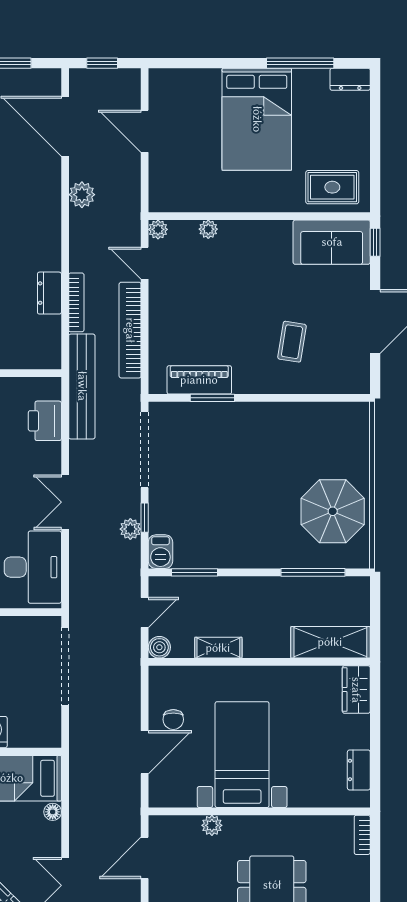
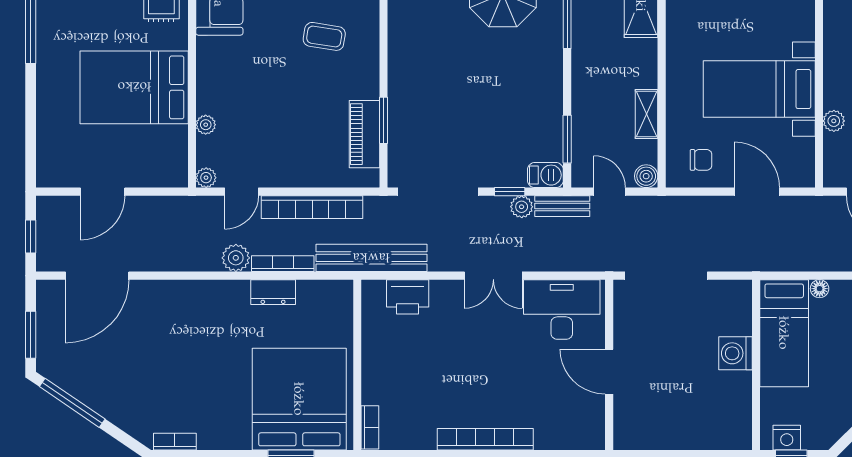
bed: (257, 119) -> (134, 87), moved, turned 180
plant: (82, 195) -> (236, 258), moved
bench: (131, 568) -> (562, 206), added
chair: (173, 719) -> (701, 160), moved

